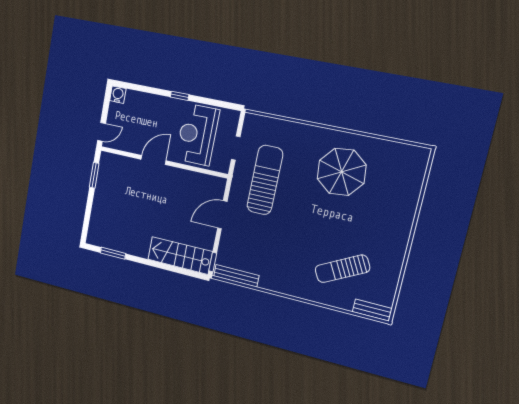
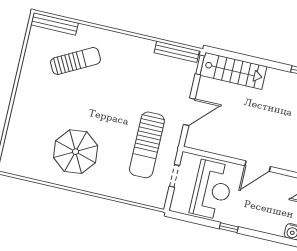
bench: (372, 310) -> (55, 24), width x1.36

